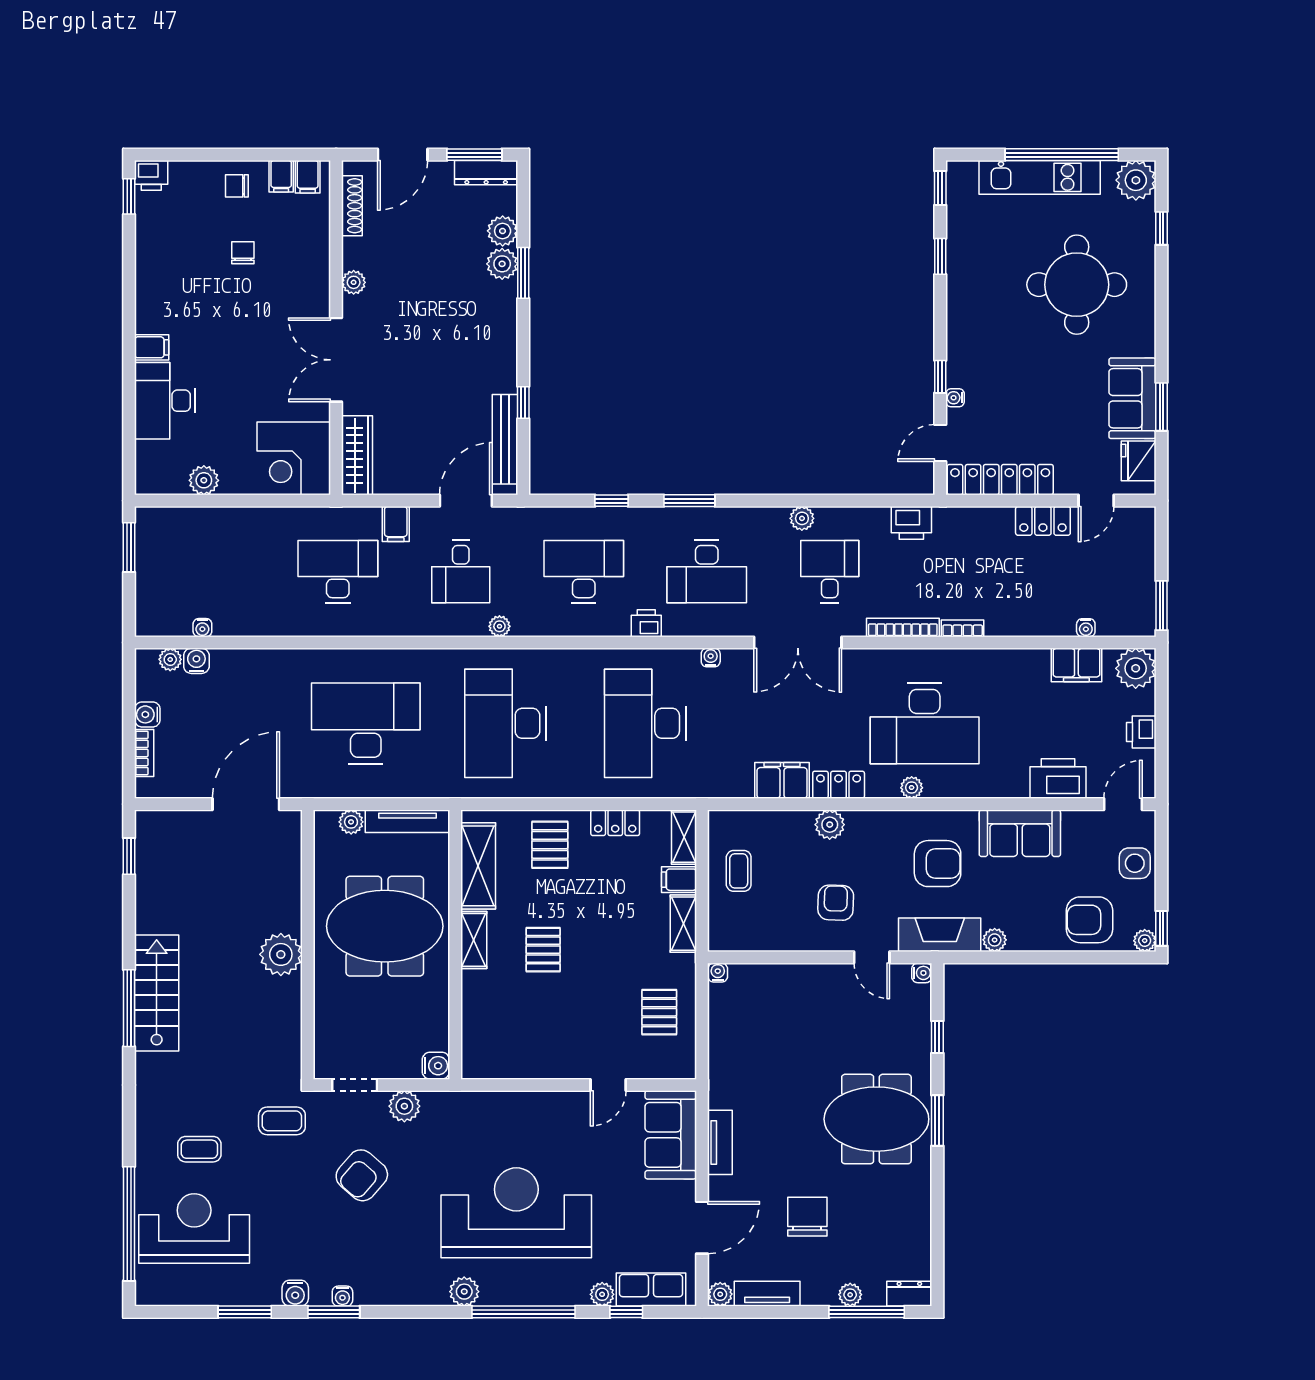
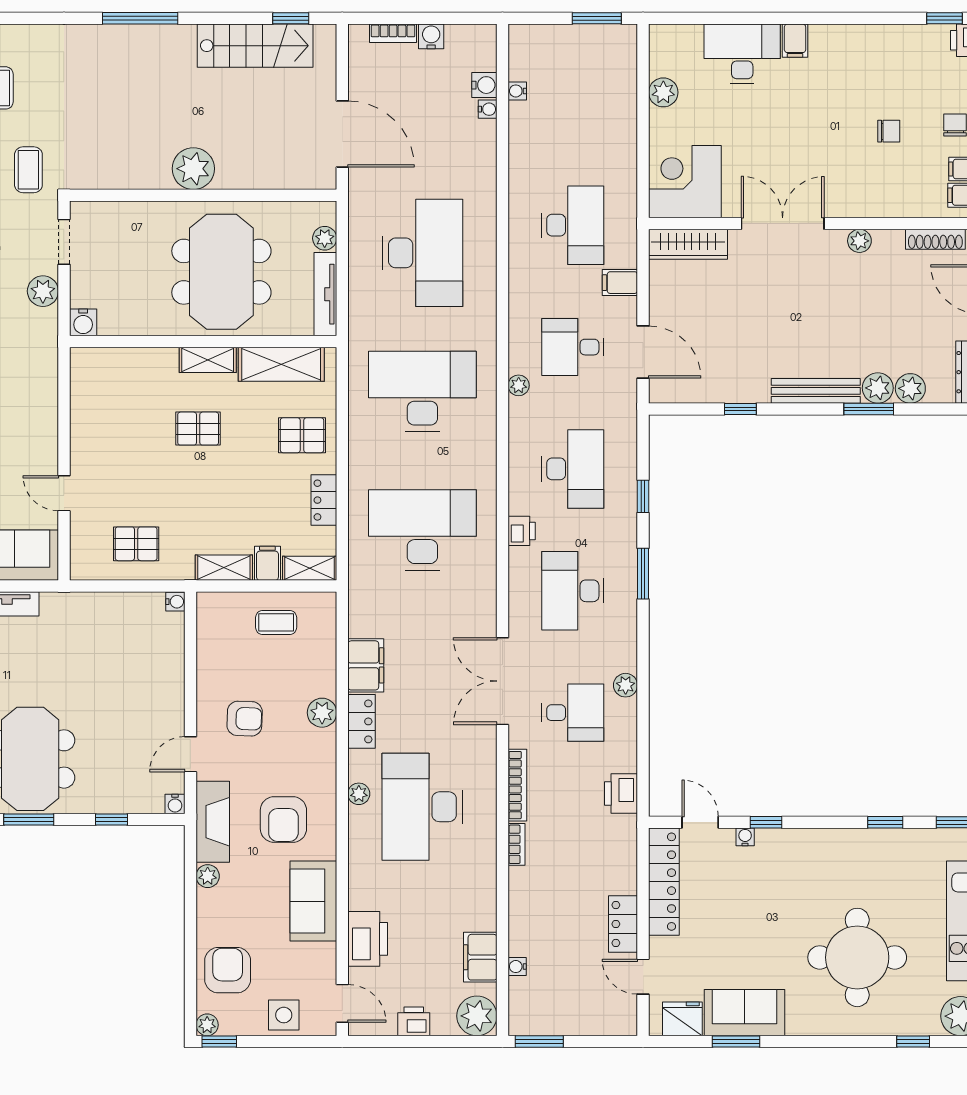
bench: (505, 439) -> (816, 391), moved
water cooler: (711, 658) -> (488, 109), moved
plant: (170, 659) -> (486, 59), removed
stairs: (157, 993) -> (255, 46), moved

